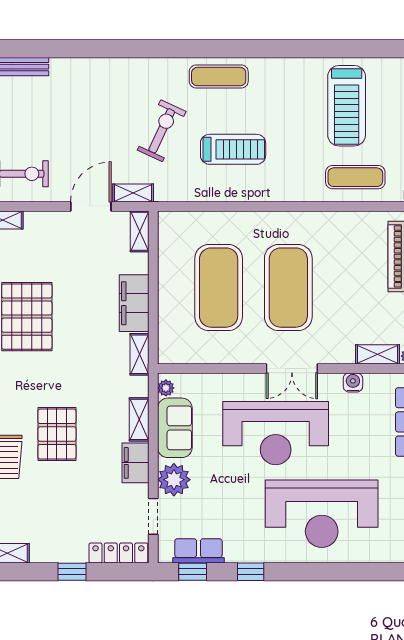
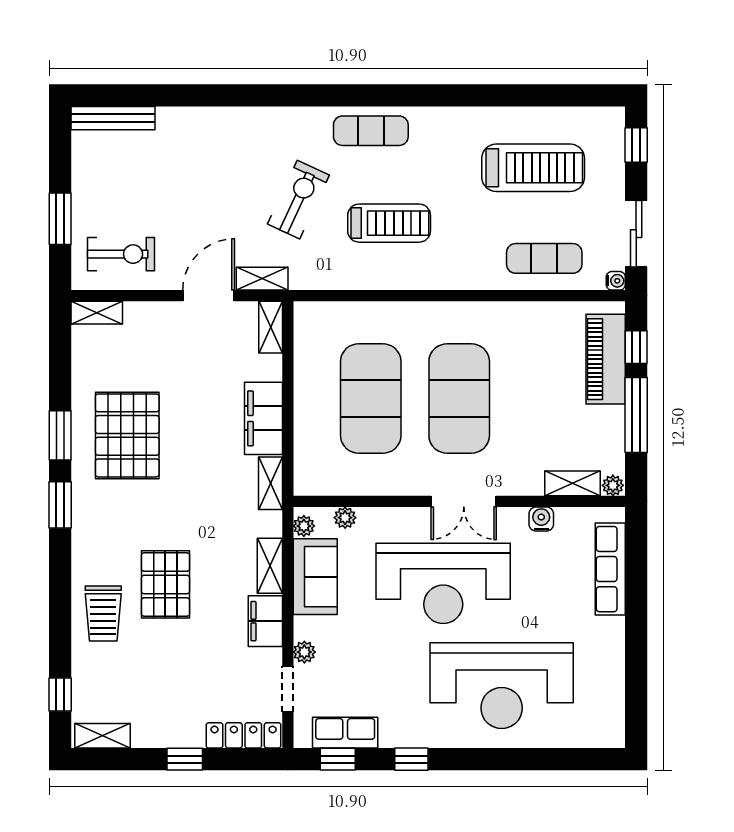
treadmill: (347, 106) -> (533, 168), turned -90
plant: (198, 381) -> (345, 518), added
plant: (174, 480) -> (304, 652), width x0.53, depth x0.53

